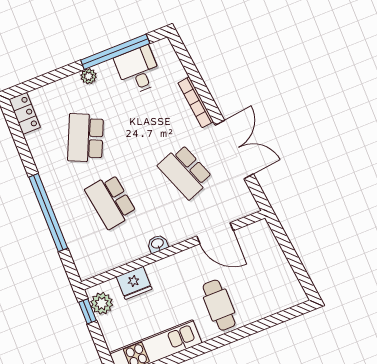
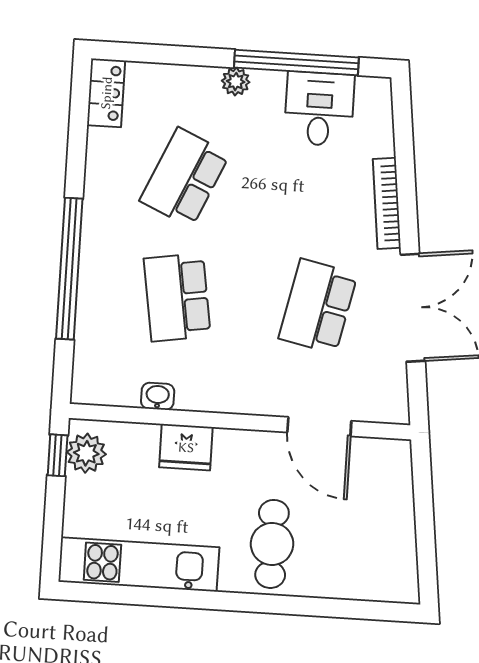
school desk: (185, 172) -> (318, 306), turned 33
washbasin: (158, 244) -> (158, 396), moved
fridge: (134, 283) -> (186, 447), moved

